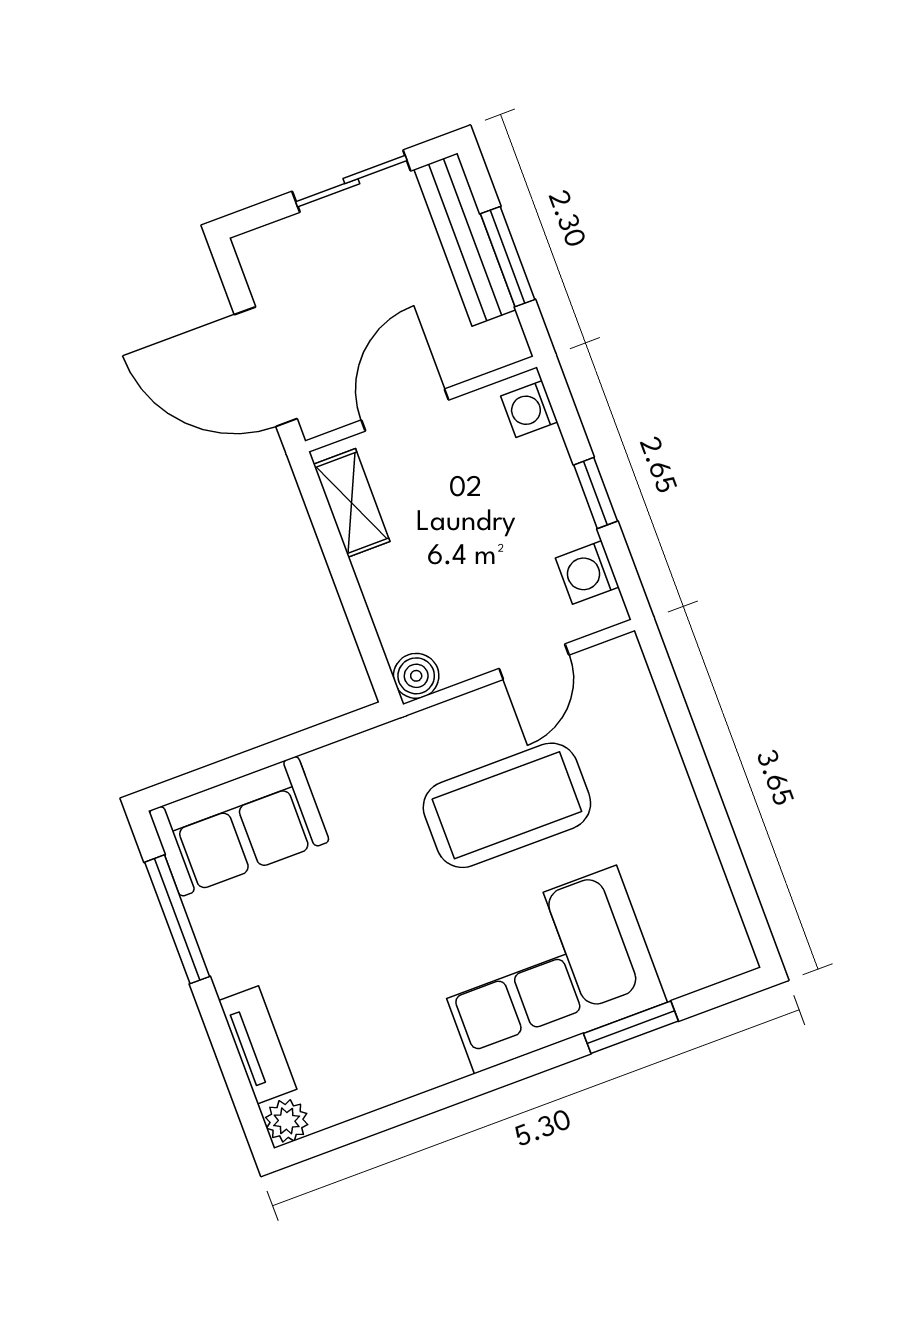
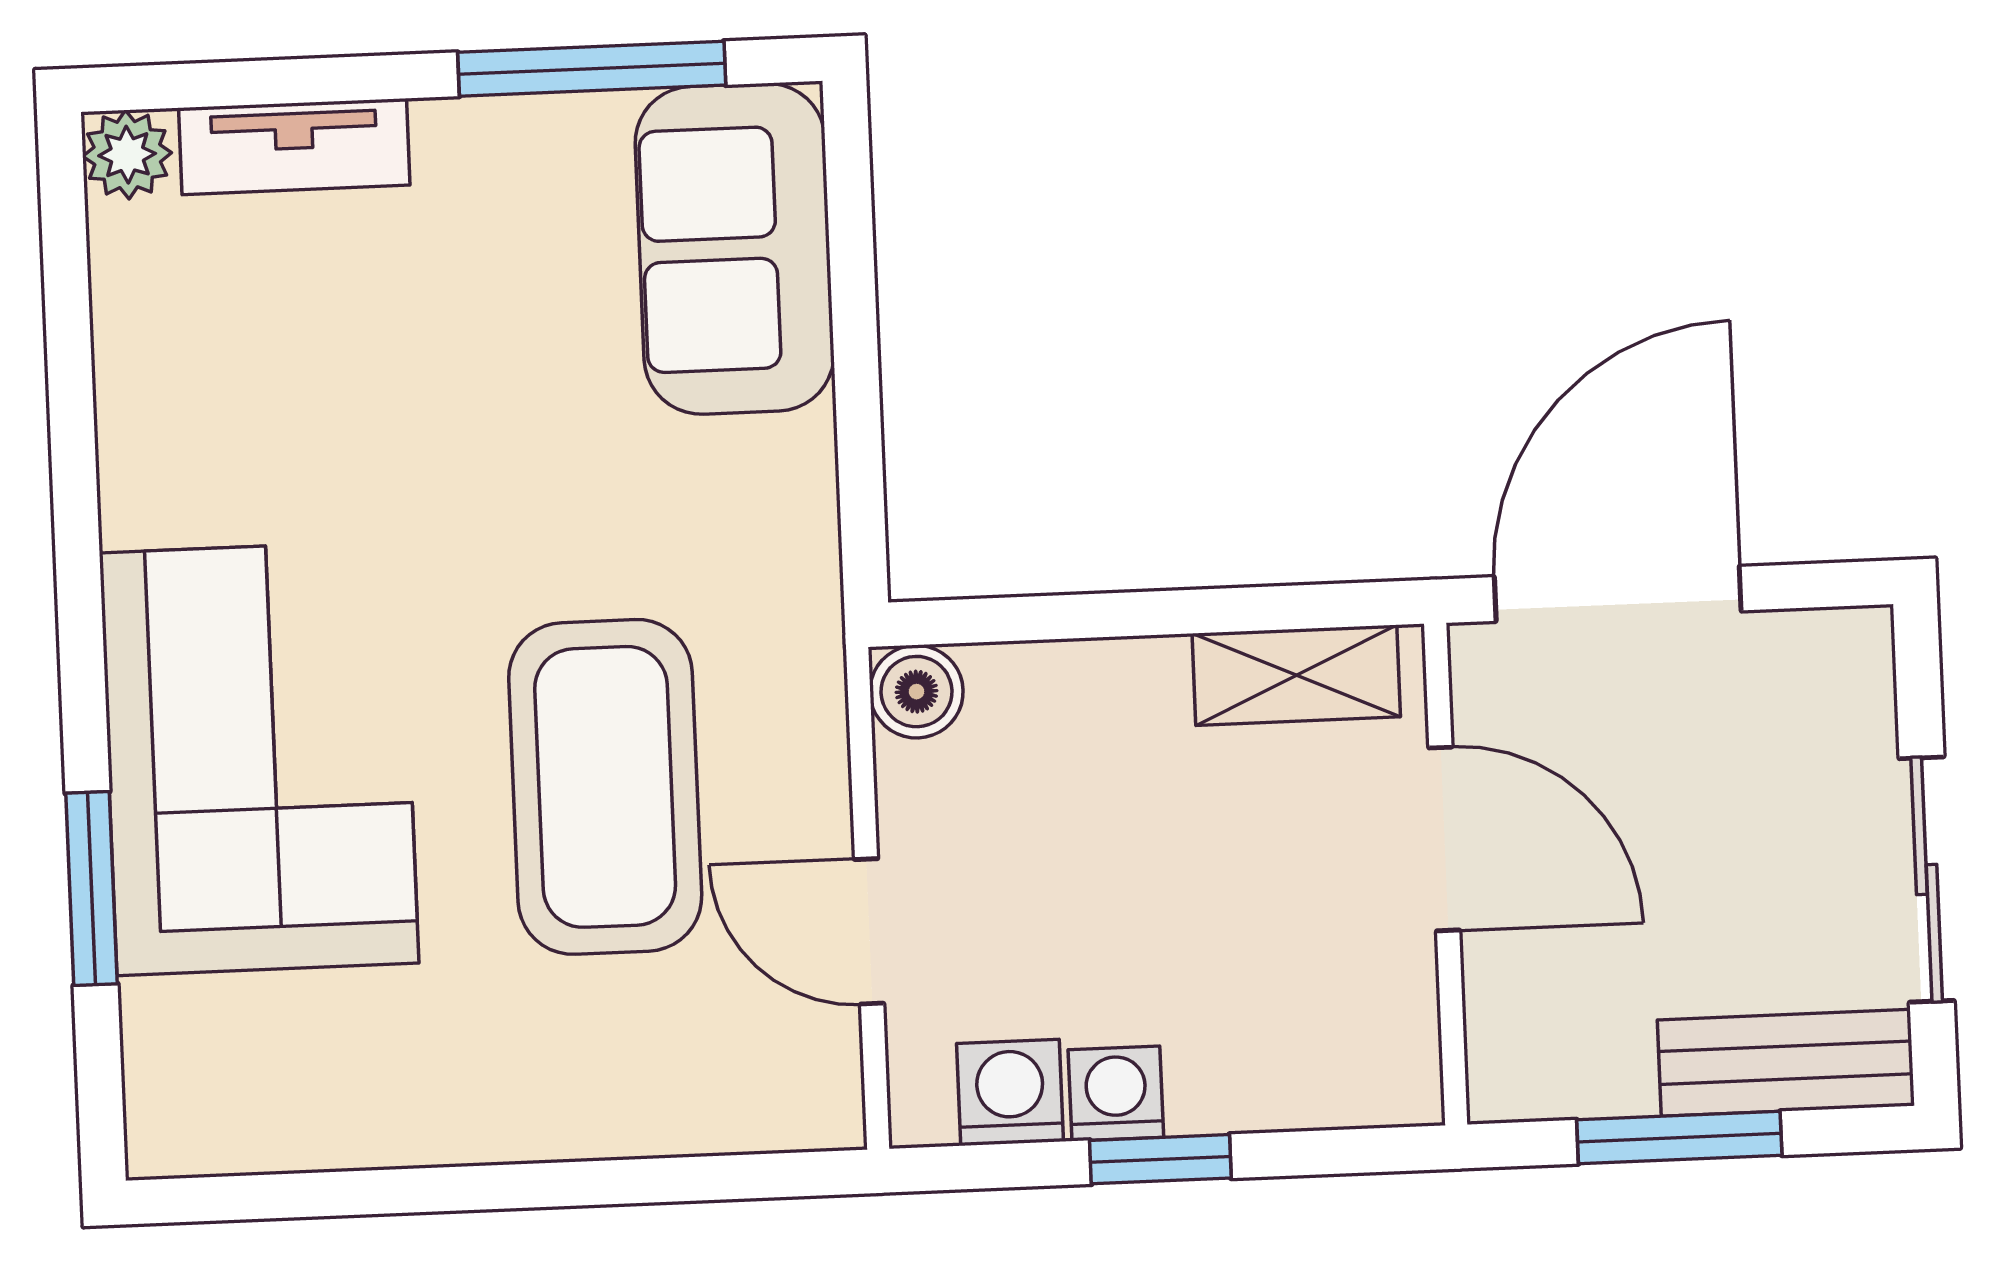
bench: (465, 240) -> (1786, 1063), width x0.73
washing machine: (529, 409) -> (1116, 1093), moved

